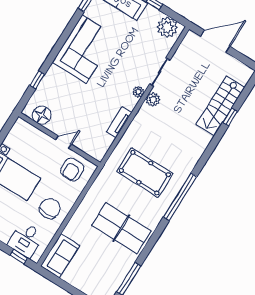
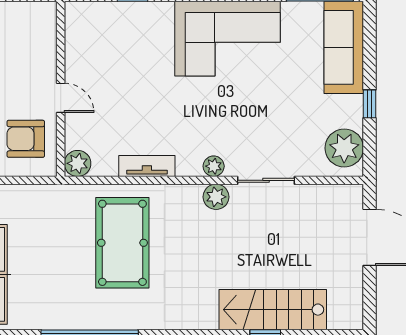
floor lamp: (42, 115) -> (81, 37), removed
plant: (98, 153) -> (78, 163), added
pool table: (145, 173) -> (122, 243), moved

